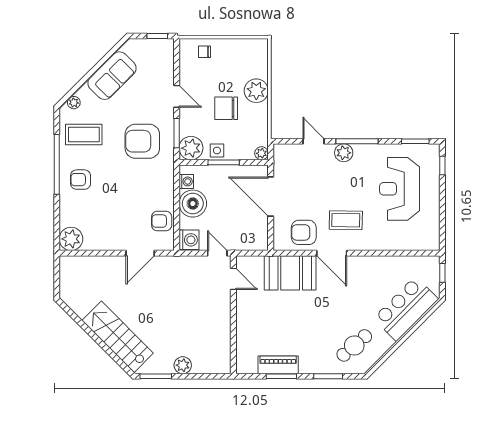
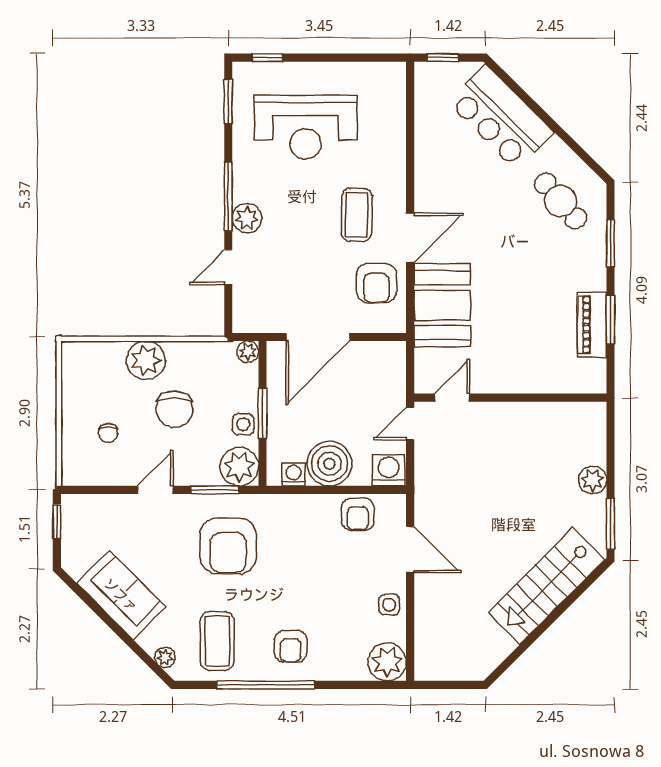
chair: (205, 52) -> (108, 433), moved
side table: (106, 240) -> (389, 605), added

